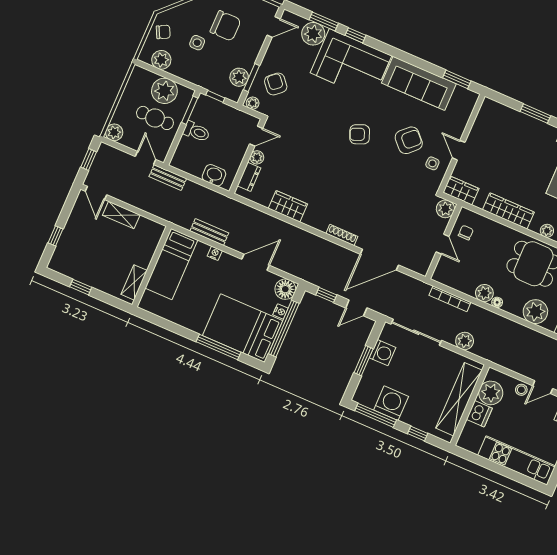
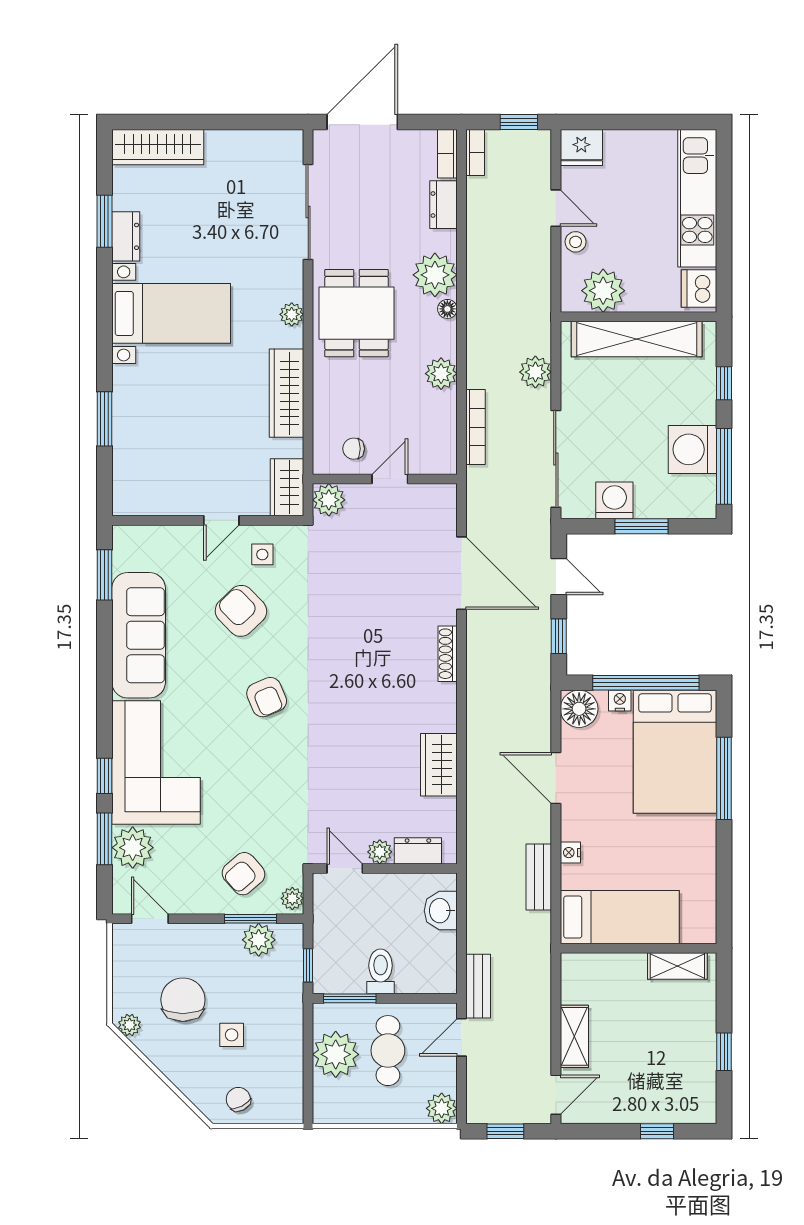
plant: (161, 60) -> (286, 1082), removed
floor lamp: (497, 302) -> (447, 309), moved
dishwasher: (479, 414) -> (699, 288), moved, turned -90

